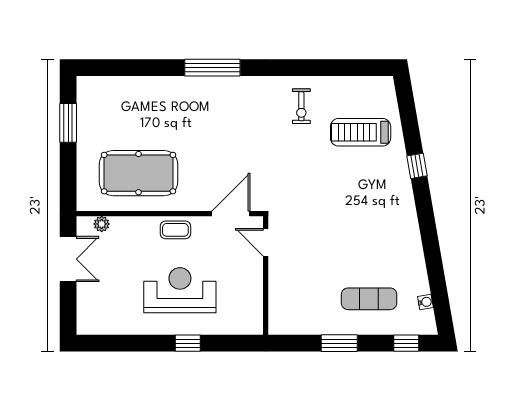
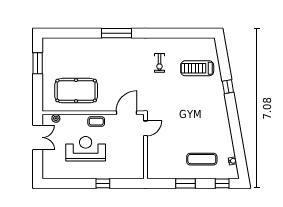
exercise bike: (301, 106) -> (160, 63), moved
door: (266, 242) -> (145, 128), swing flipped
reception desk: (180, 290) -> (86, 149), moved

